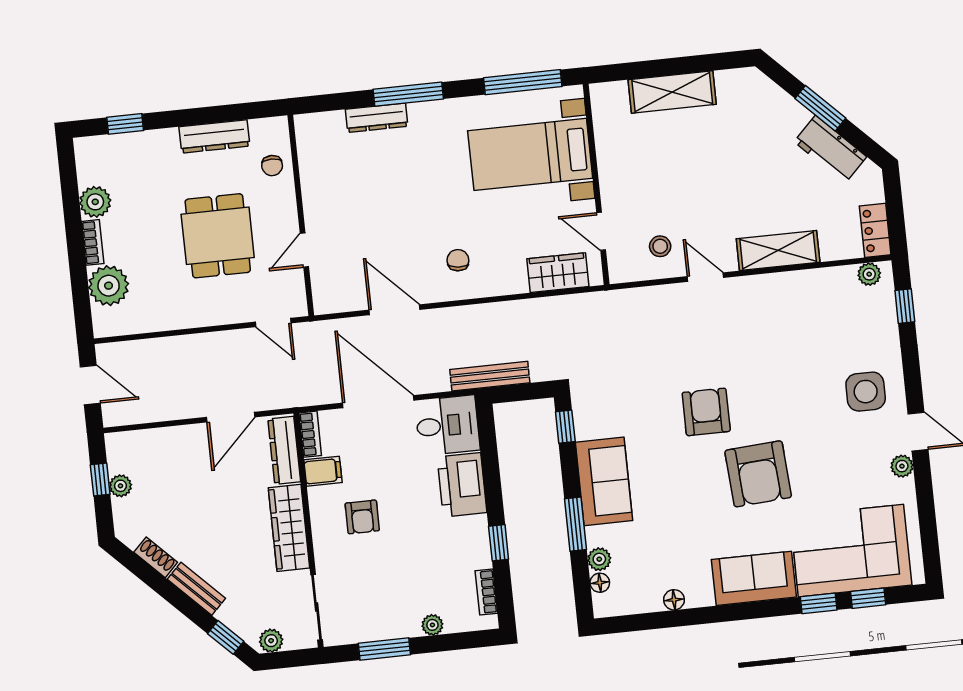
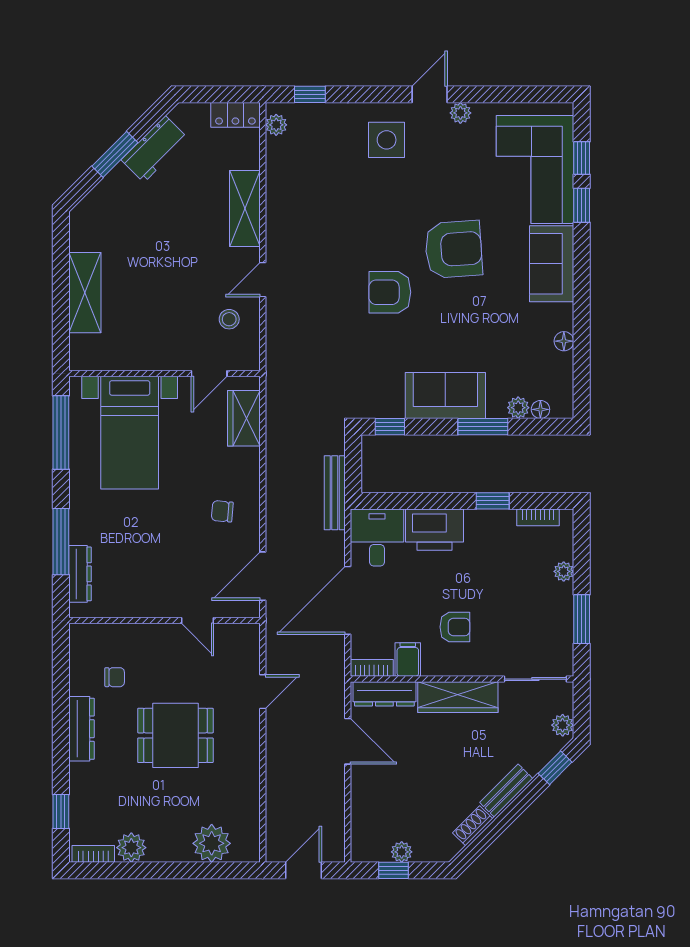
wall: (301, 215) -> (164, 621), moved
bookcase: (93, 242) -> (93, 854), moved
door: (304, 250) -> (197, 621), moved

